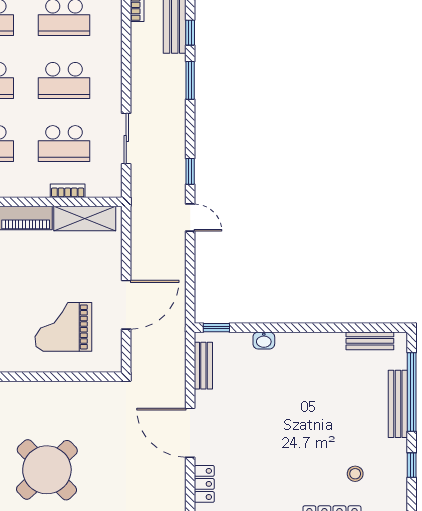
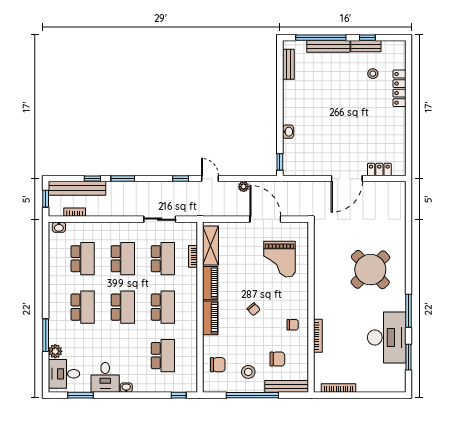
door: (190, 218) -> (210, 179), hinge flipped
plant: (177, 270) -> (244, 187), added
bench: (203, 366) -> (366, 46), moved

